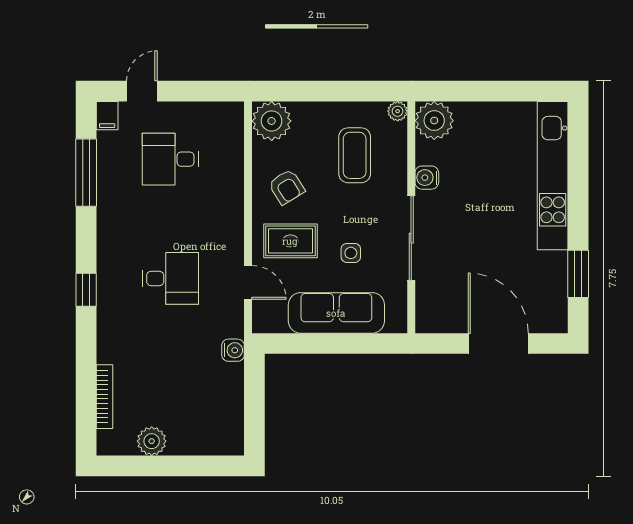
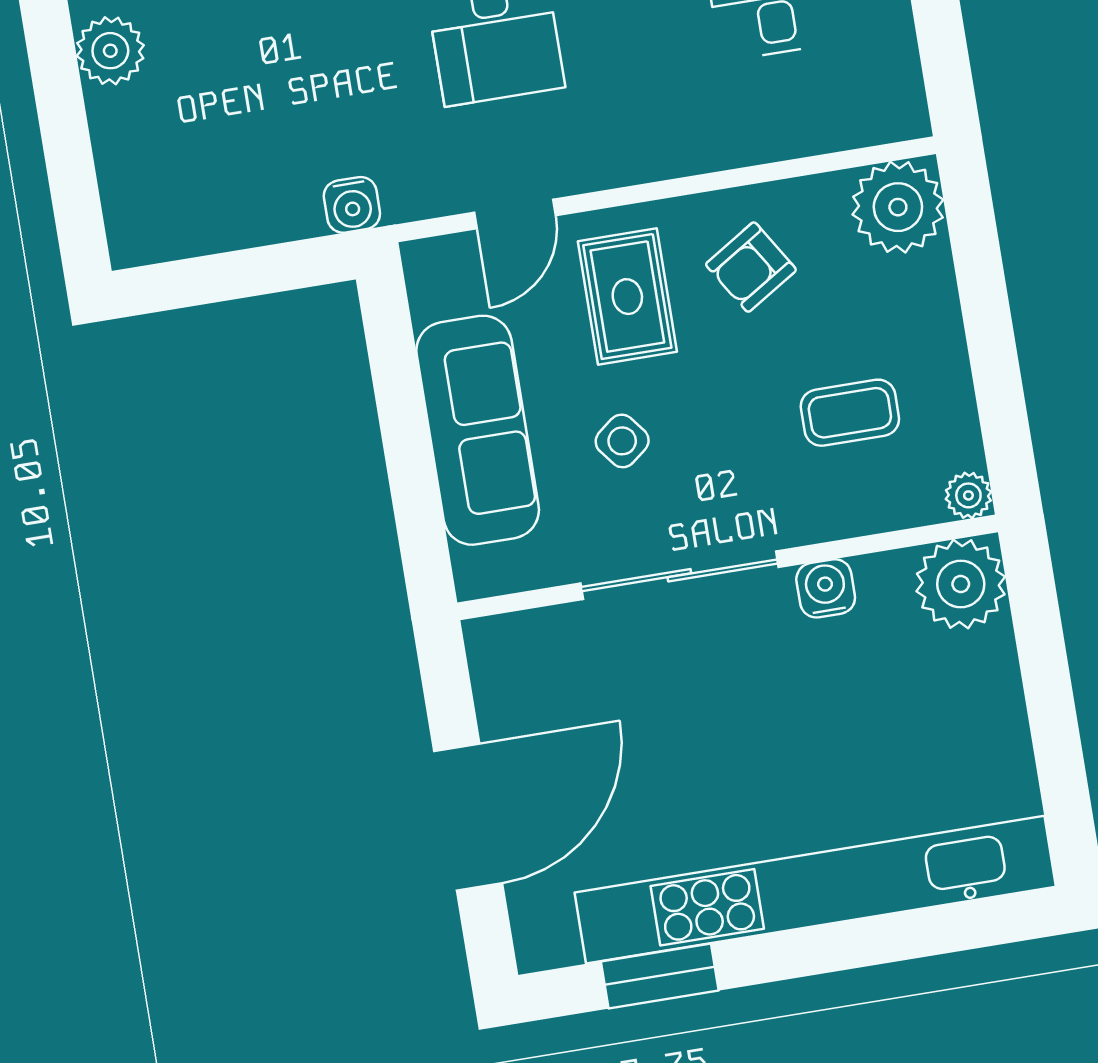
coffee table: (355, 155) -> (850, 413), width x0.73, depth x0.77
kitchen unit: (553, 176) -> (815, 890), width x1.36
side table: (351, 253) -> (622, 441), turned -38

